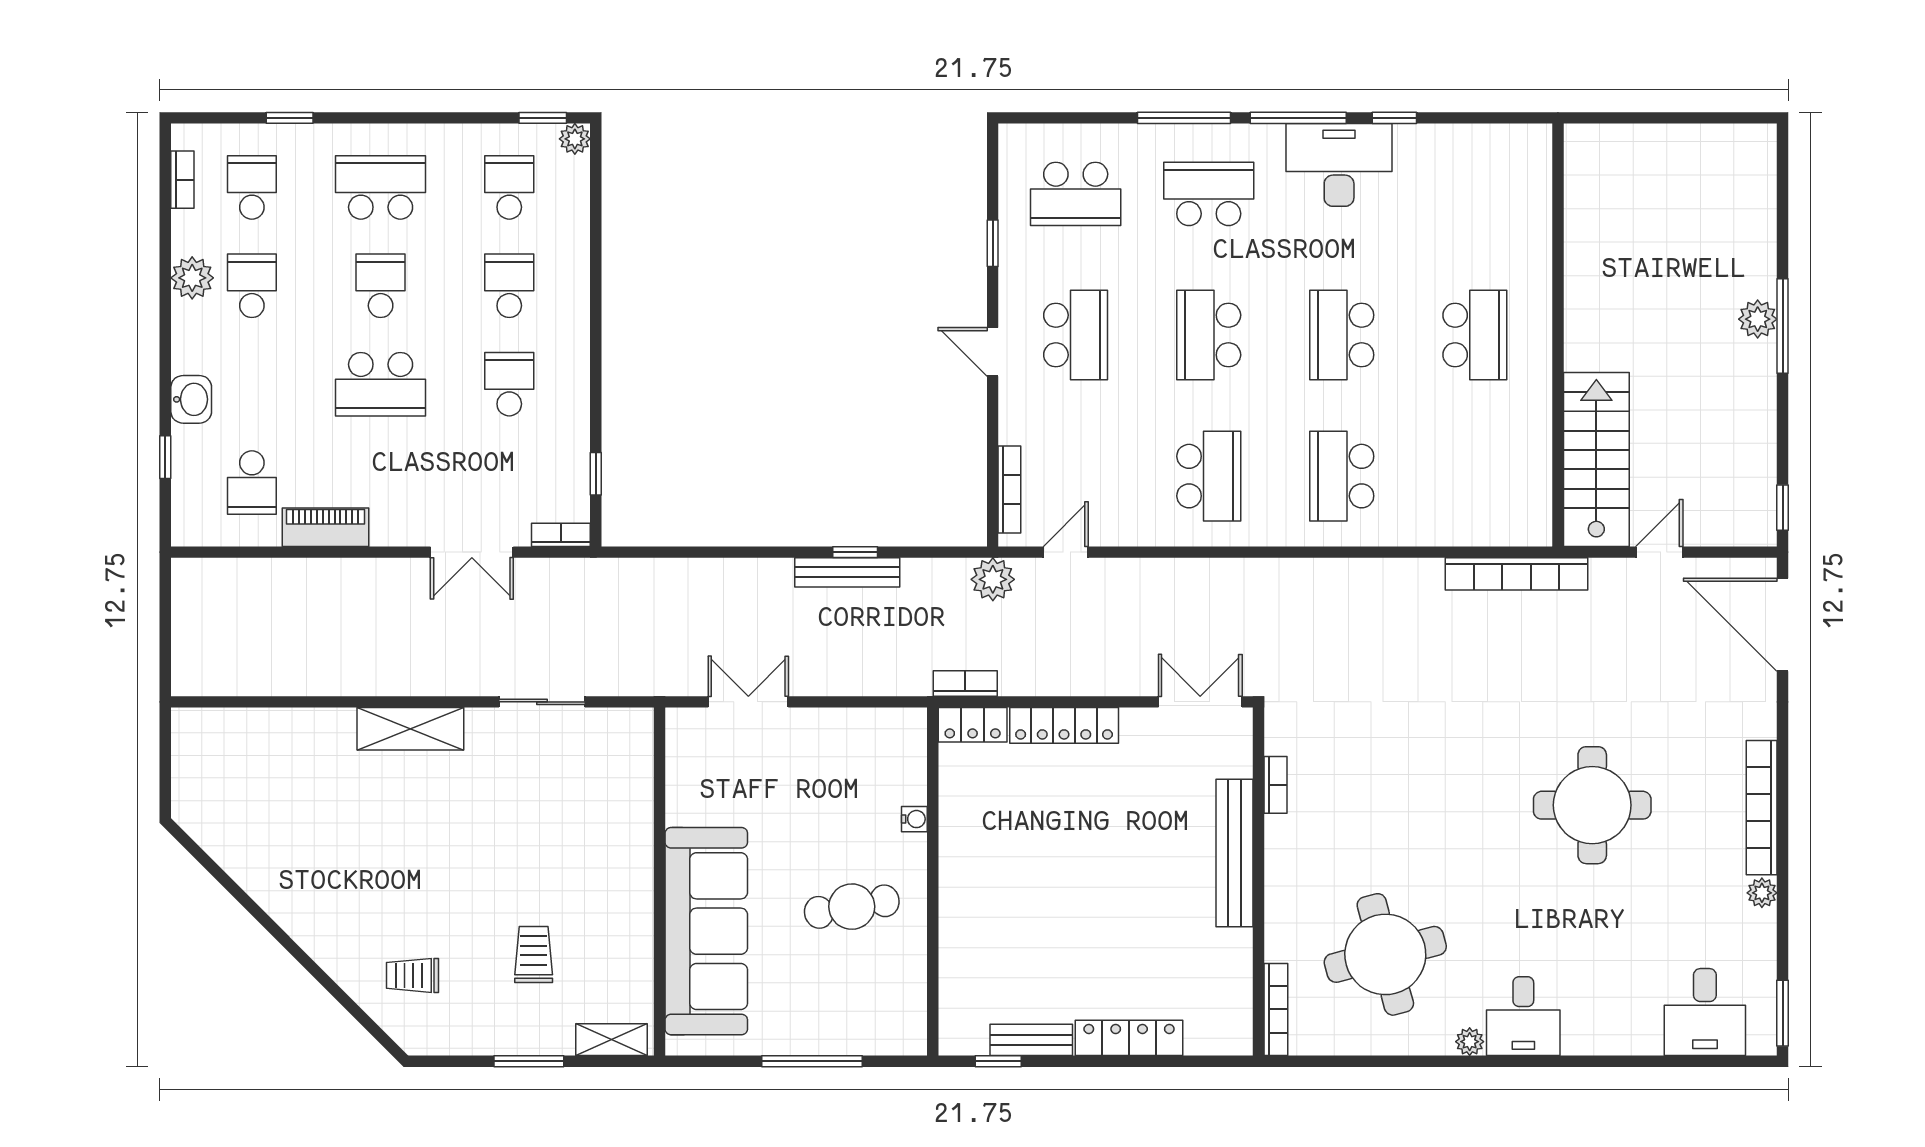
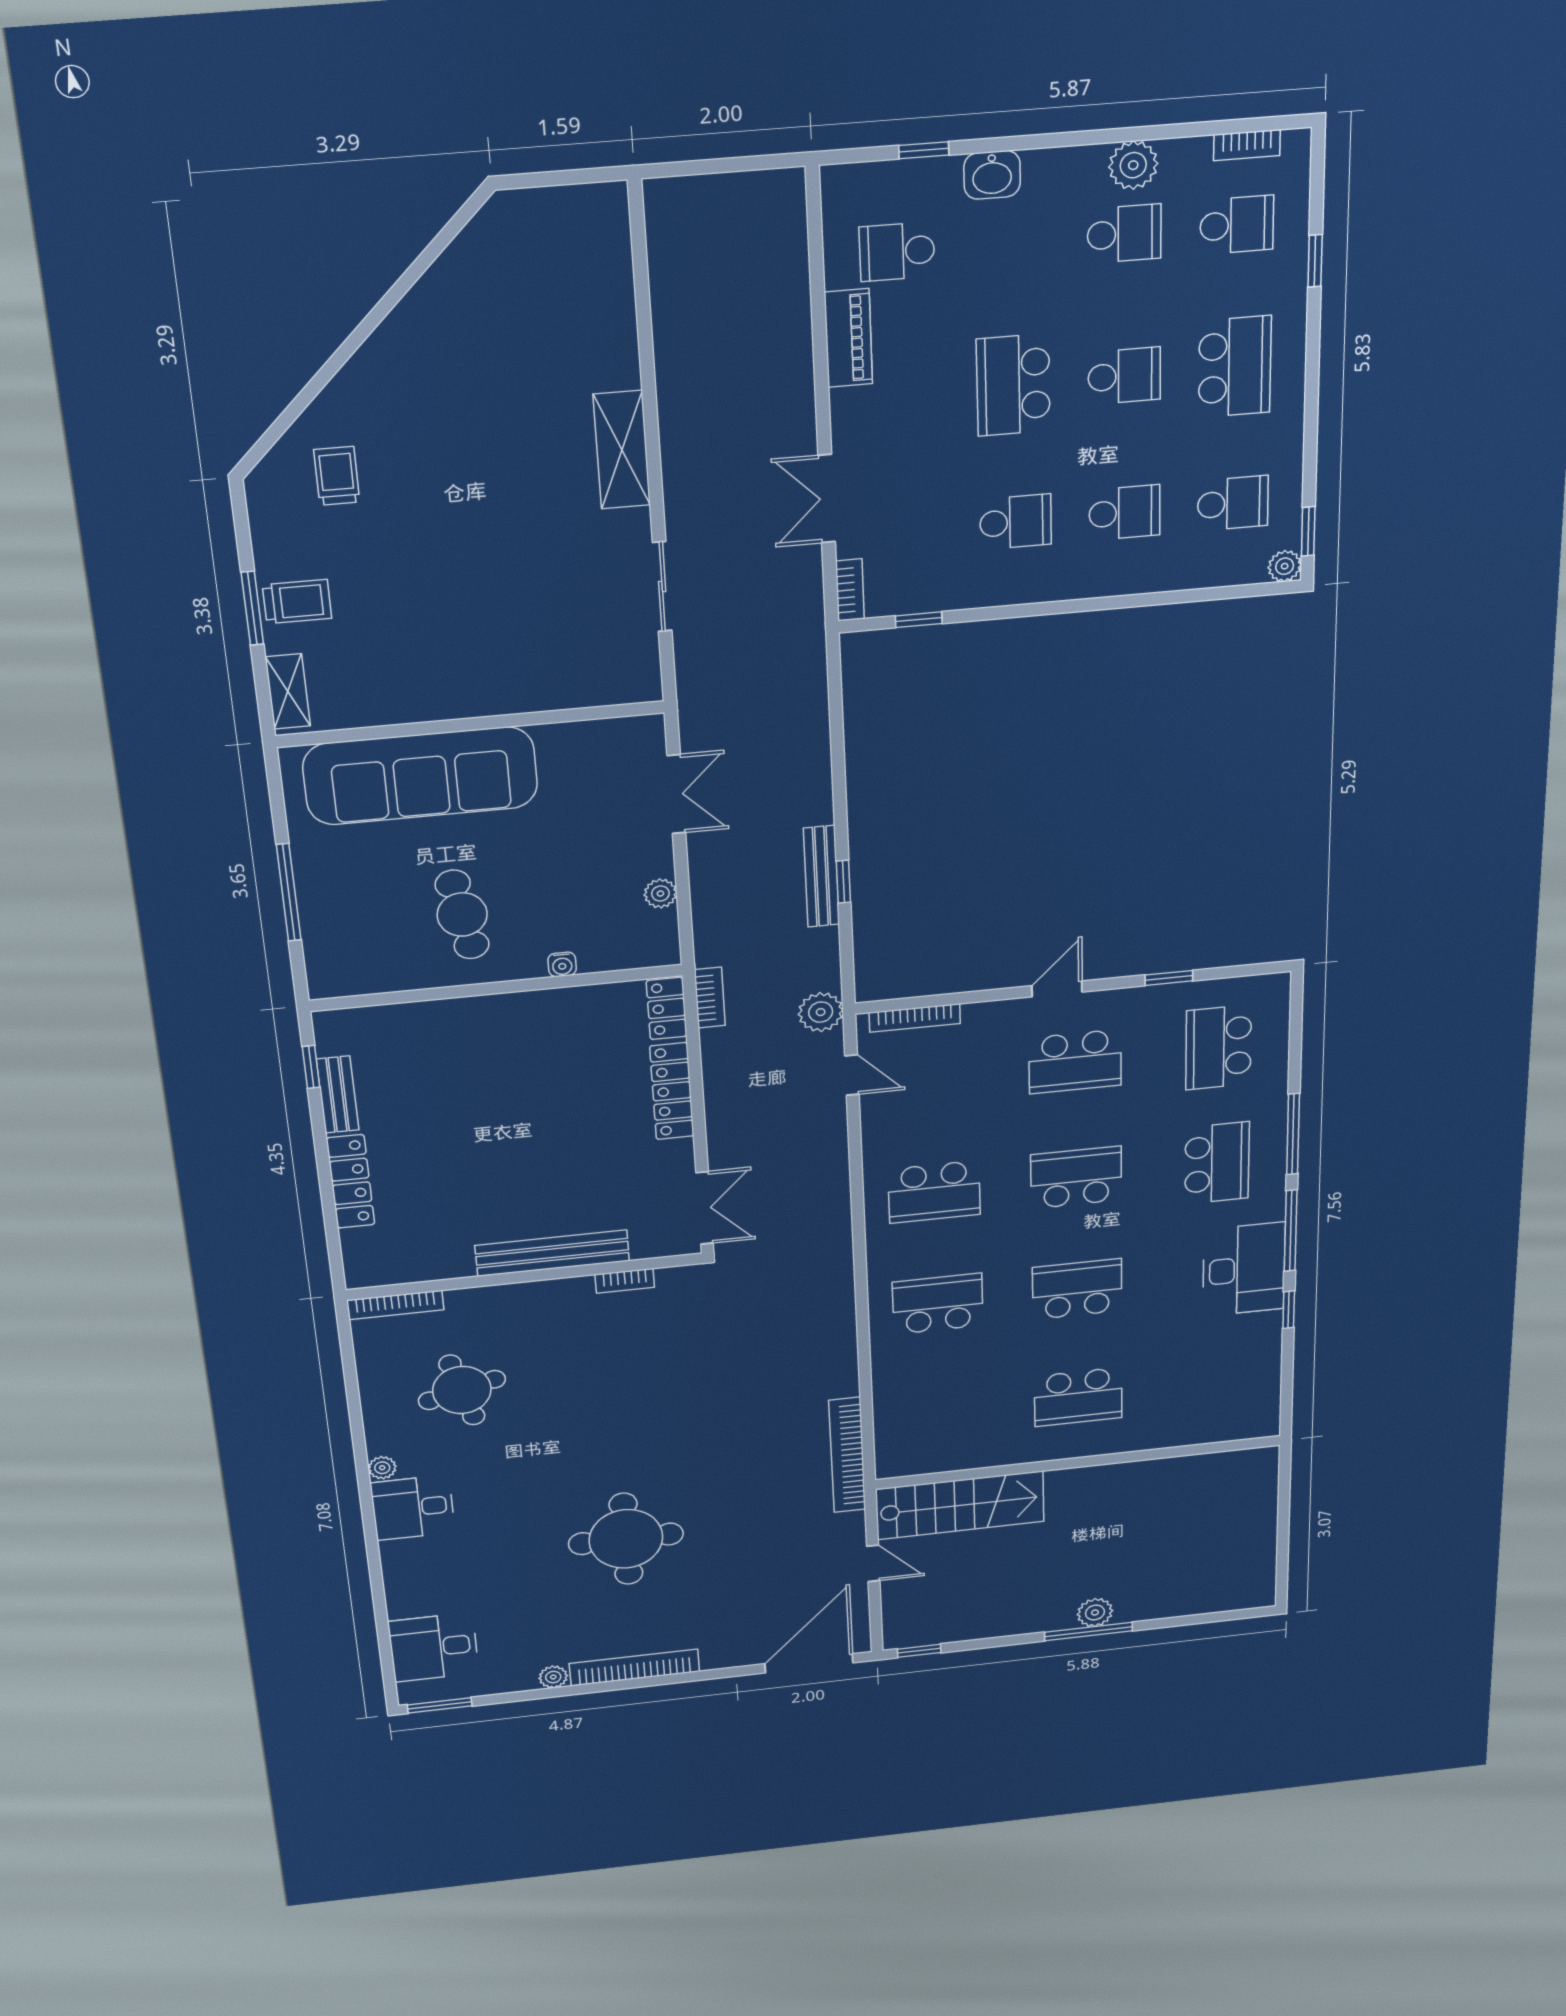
plant: (849, 723) -> (660, 893), added
round table: (1385, 954) -> (462, 1390), width x0.73, depth x0.73
trolley: (534, 955) -> (297, 602), moved

